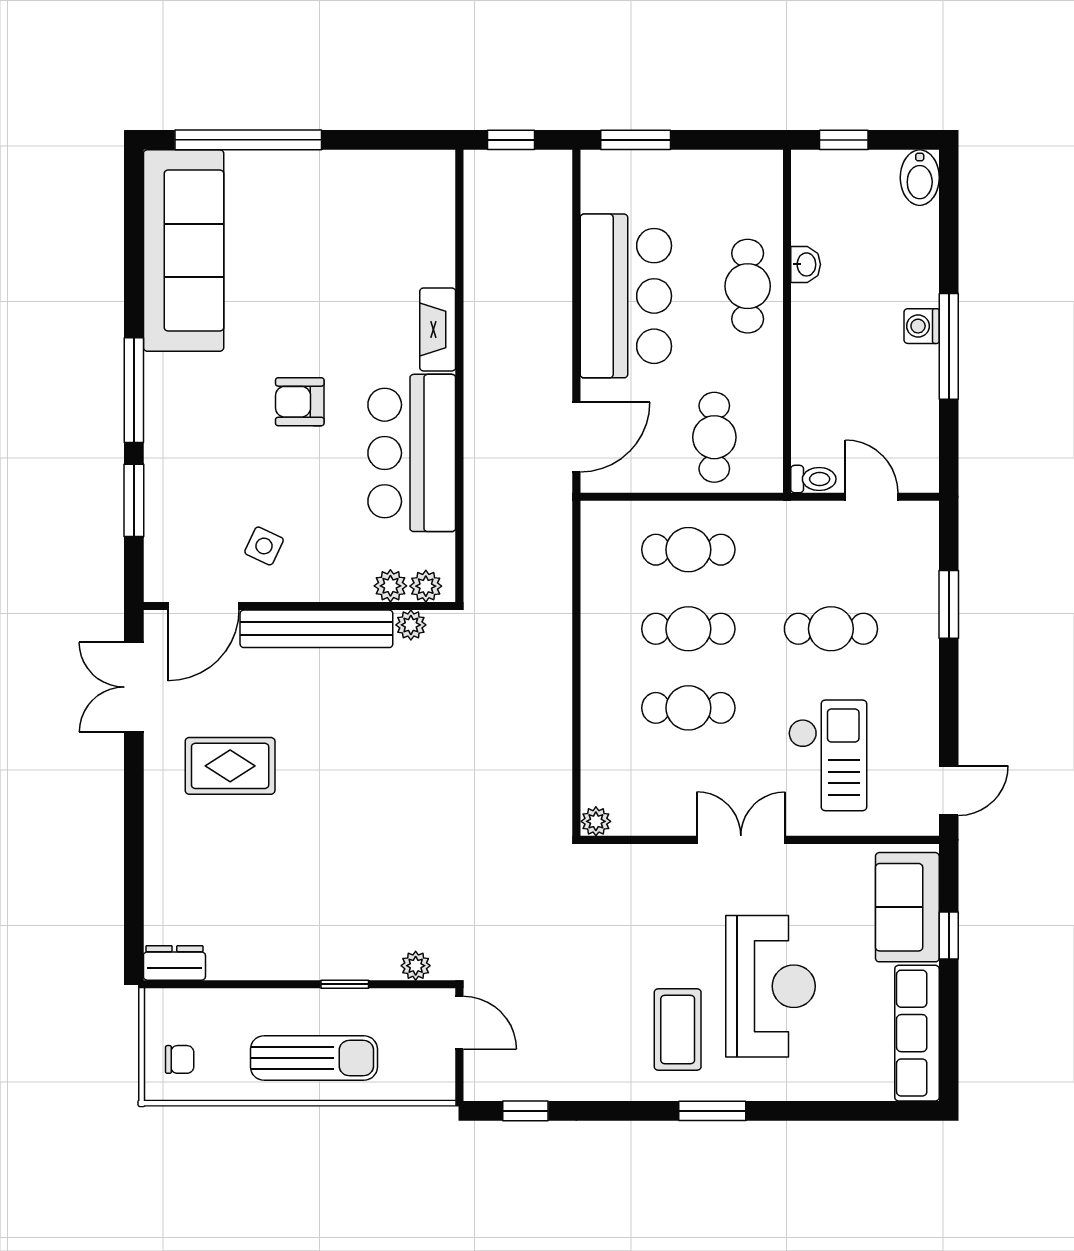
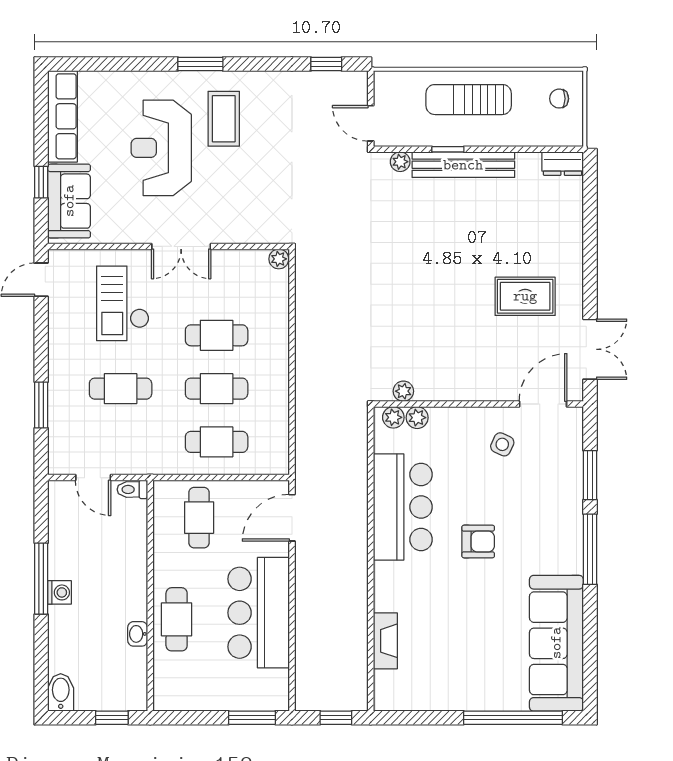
fireplace: (438, 329) -> (385, 641), moved
bench: (316, 629) -> (463, 165), moved

